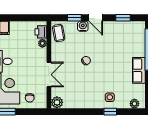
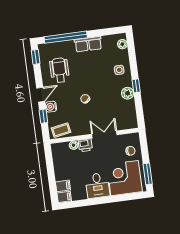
window: (123, 18) -> (36, 57), moved
printer: (41, 32) -> (85, 145), moved
wheelchair: (117, 39) -> (59, 70), added
plant: (57, 102) -> (128, 93), moved
window: (110, 112) -> (136, 86), moved

